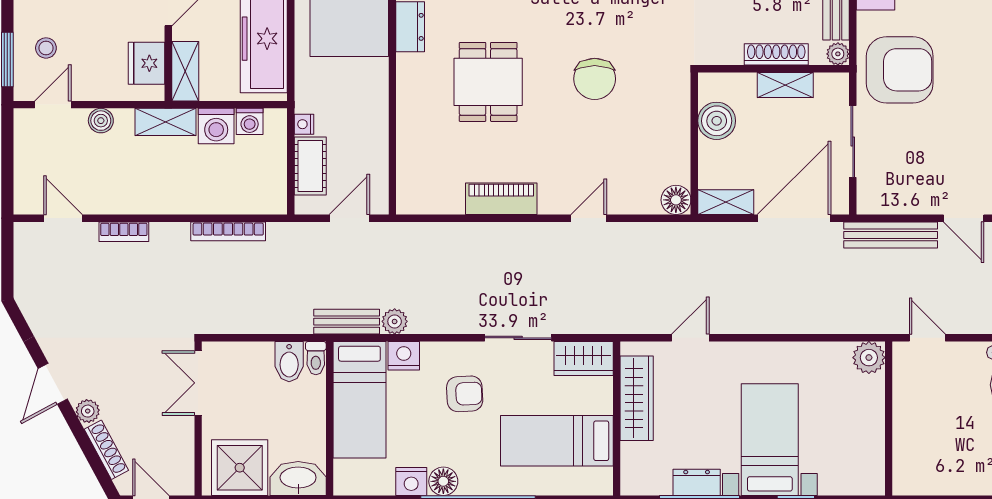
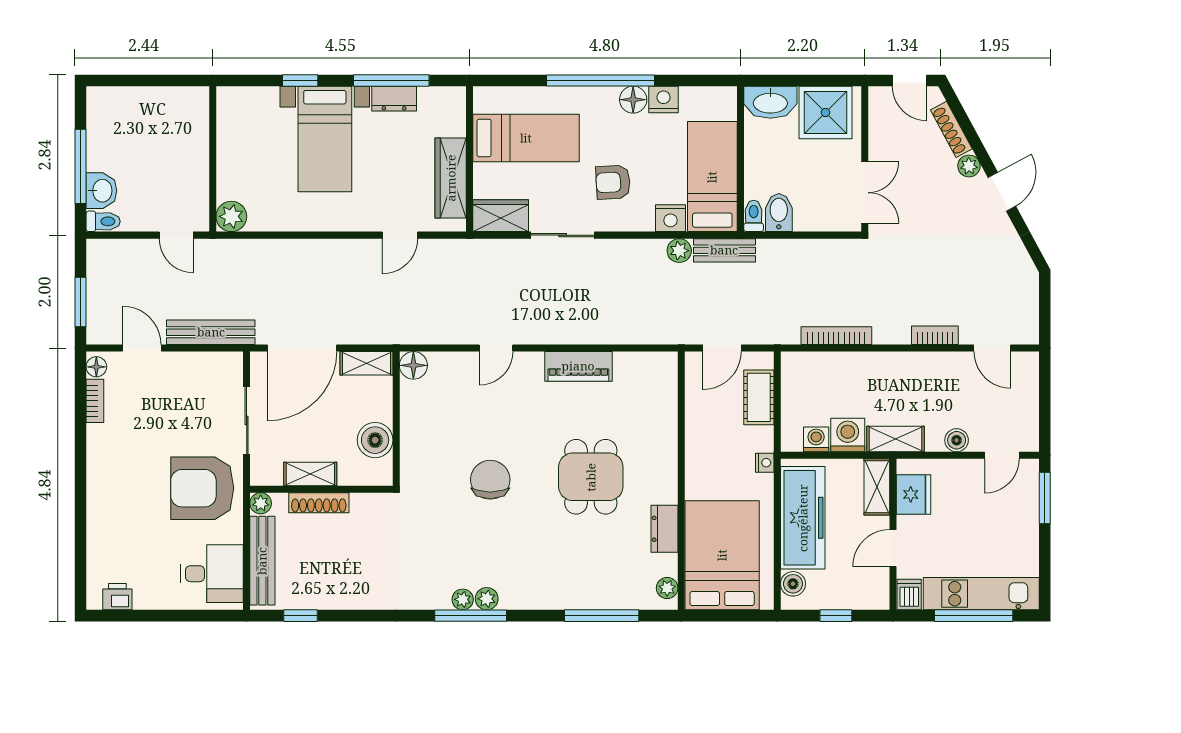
stool: (46, 48) -> (1008, 509), removed
nightstand: (304, 124) -> (765, 463), moved

